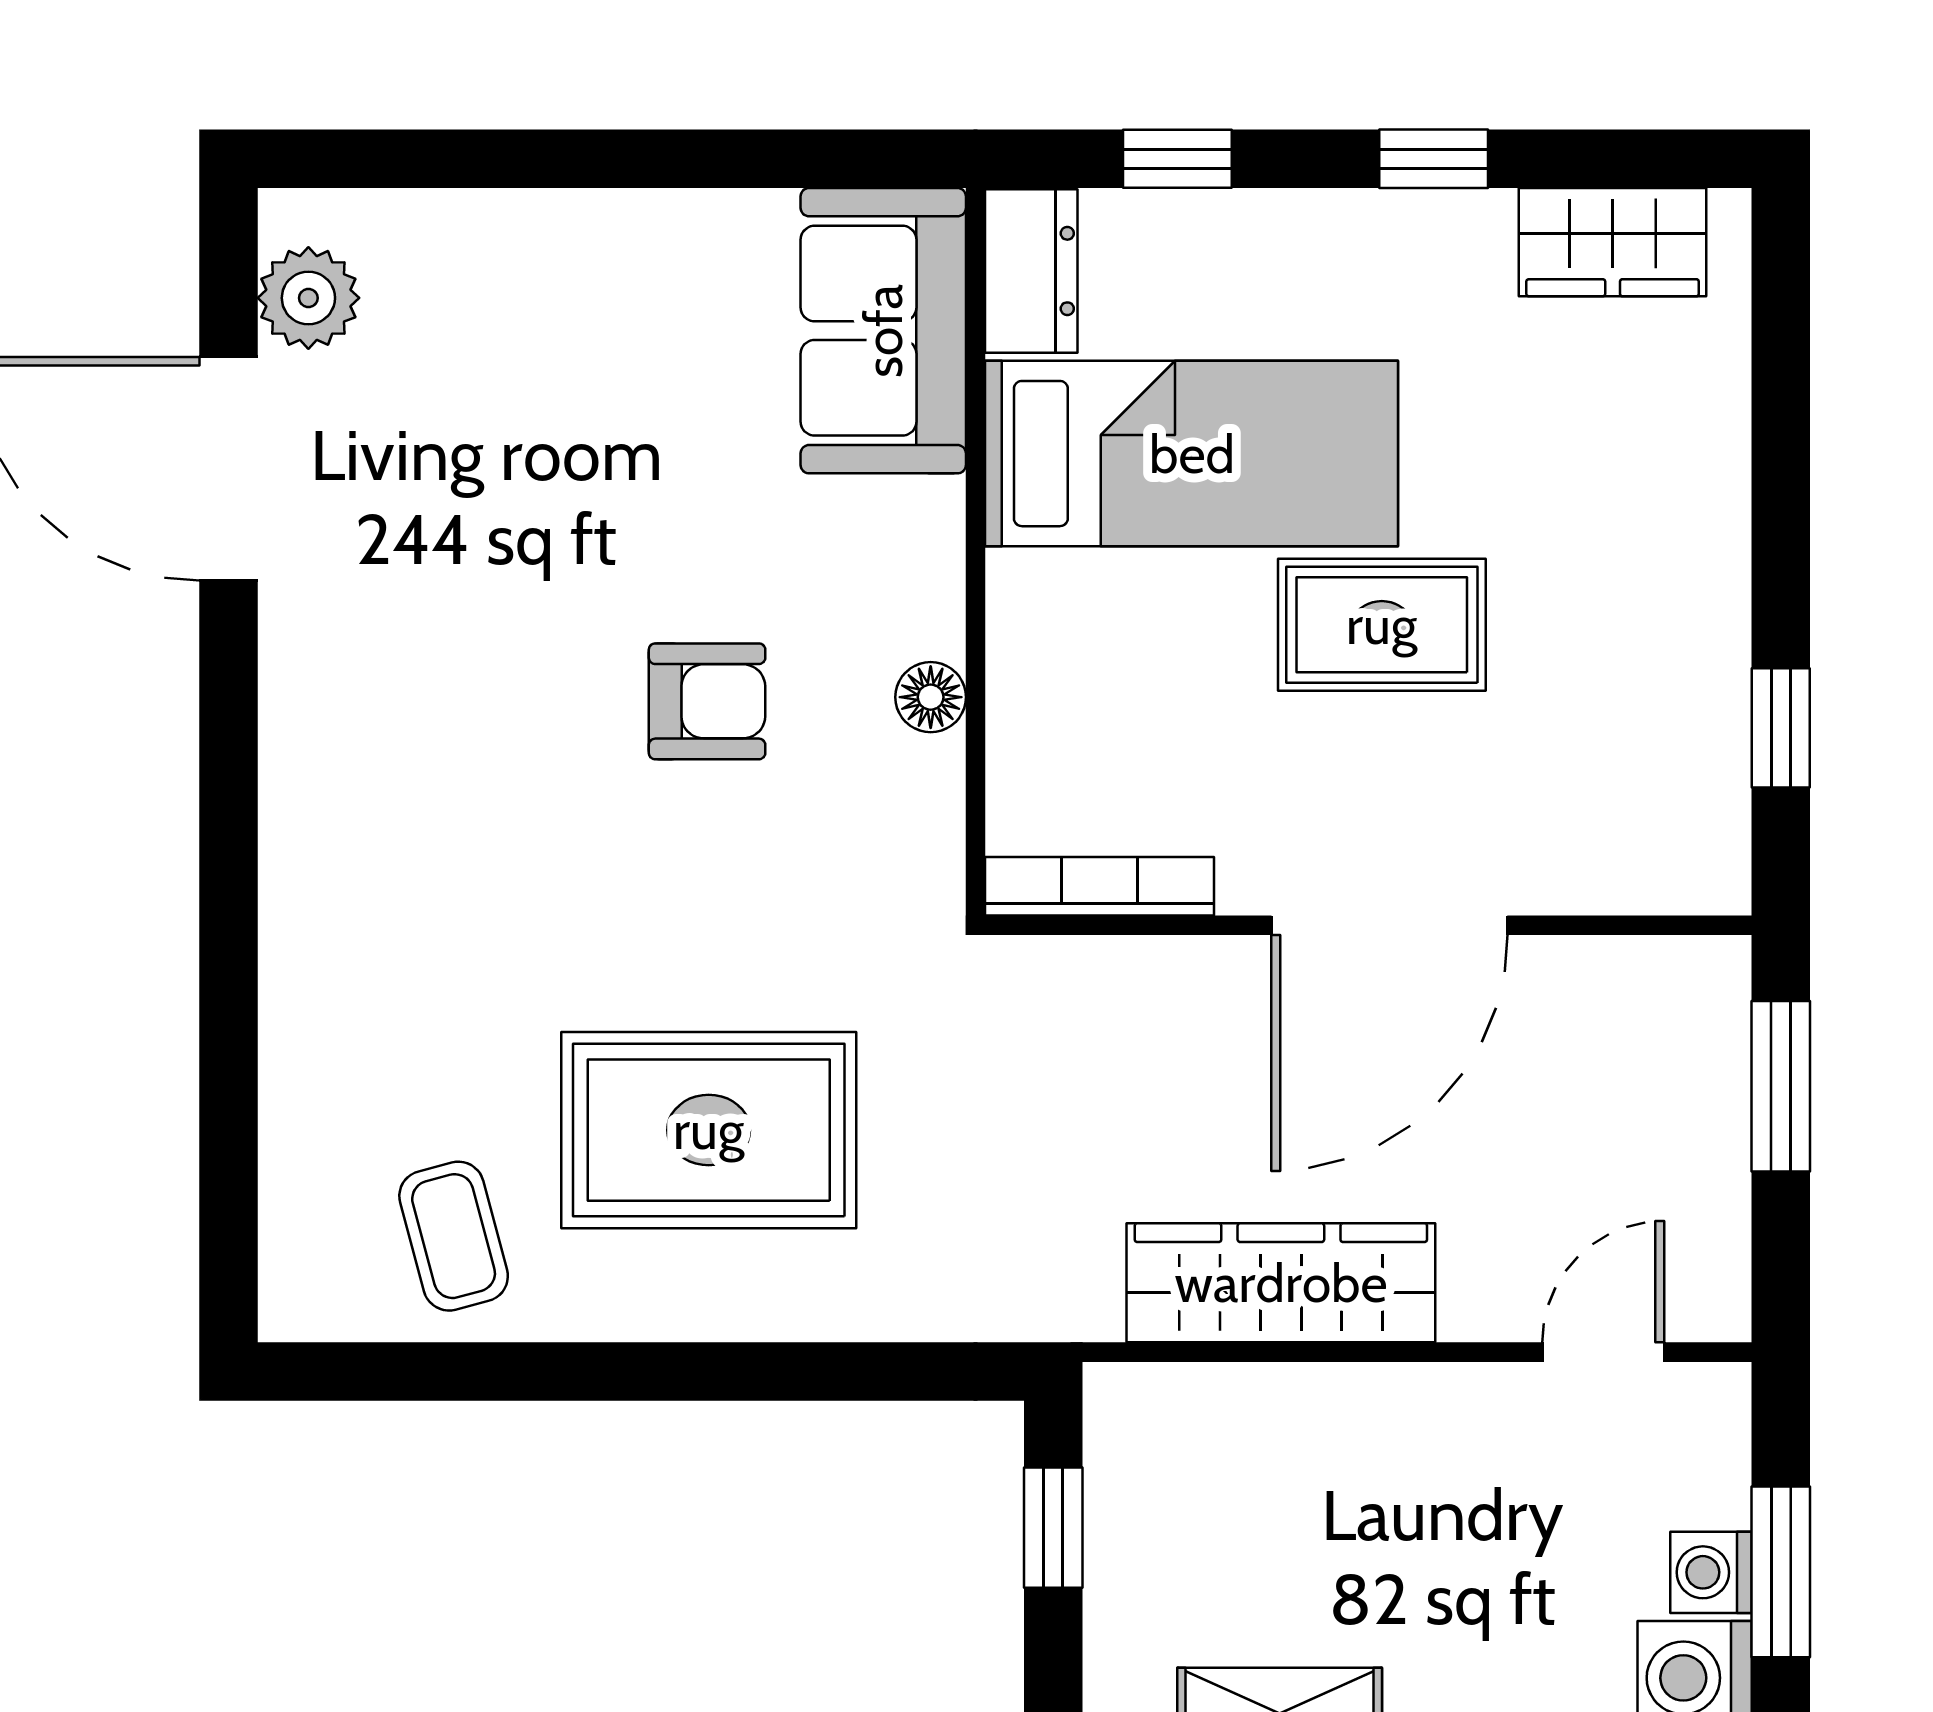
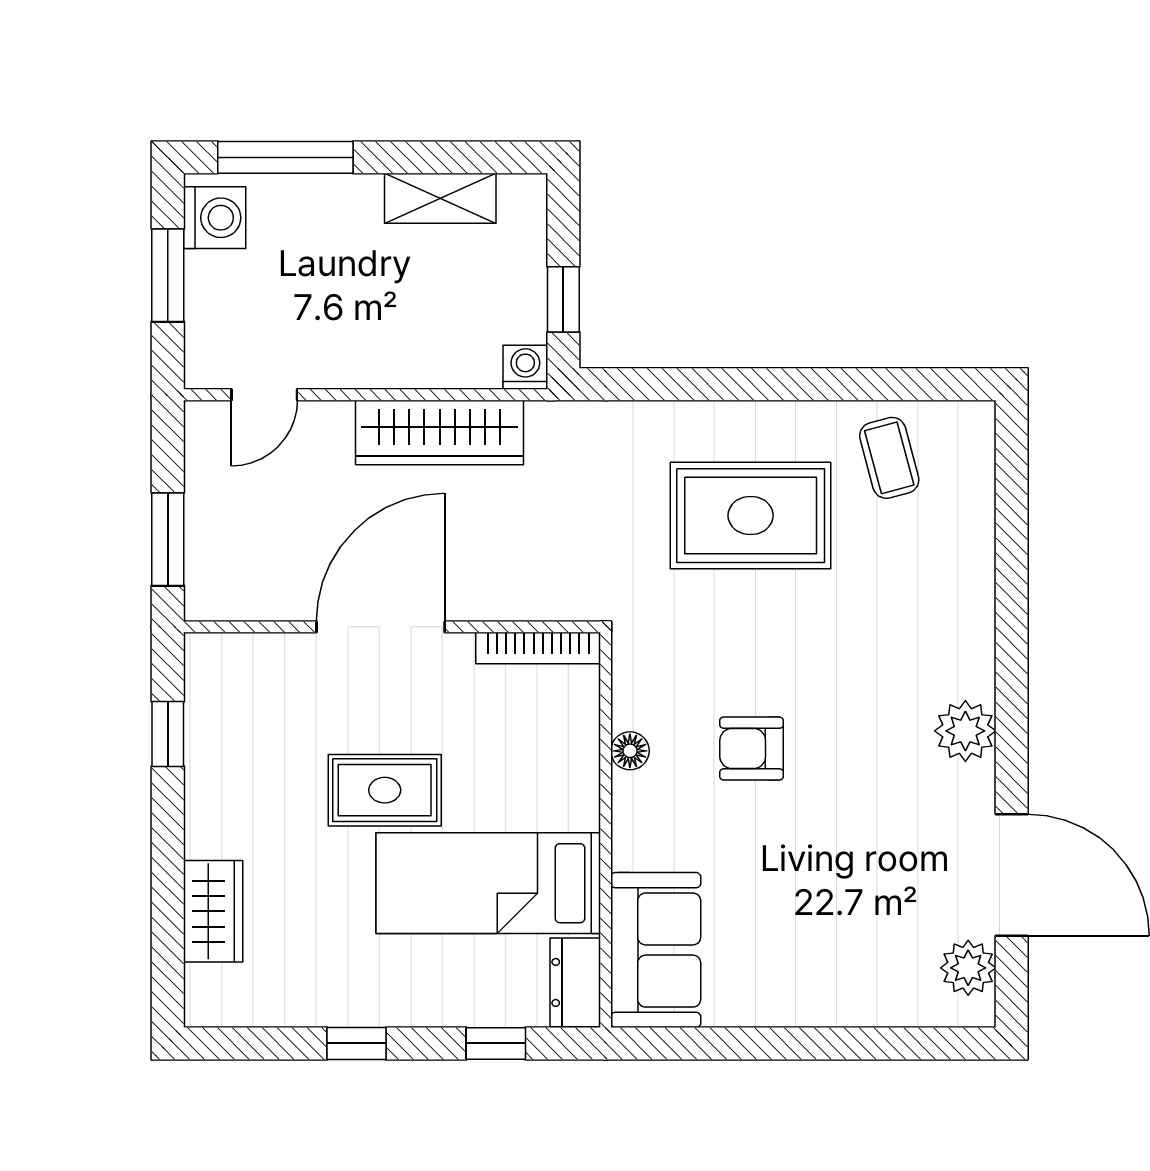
wardrobe: (1613, 242) -> (213, 911), moved, turned 90
plant: (314, 734) -> (965, 731), added
washing machine: (1711, 1572) -> (525, 367), moved, turned -90

